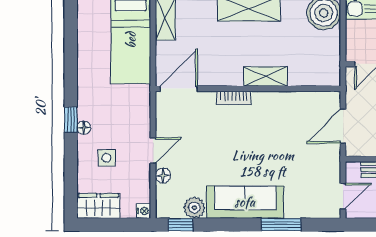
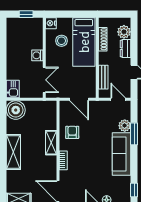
armchair: (284, 114) -> (72, 132), added
plant: (194, 208) -> (125, 126), moved

